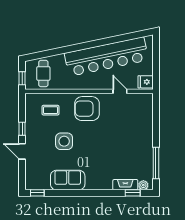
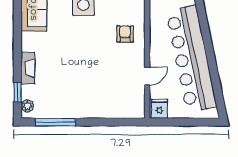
armchair: (87, 109) -> (125, 34), width x0.53, depth x0.53
fireplace: (125, 185) -> (28, 68), moved

